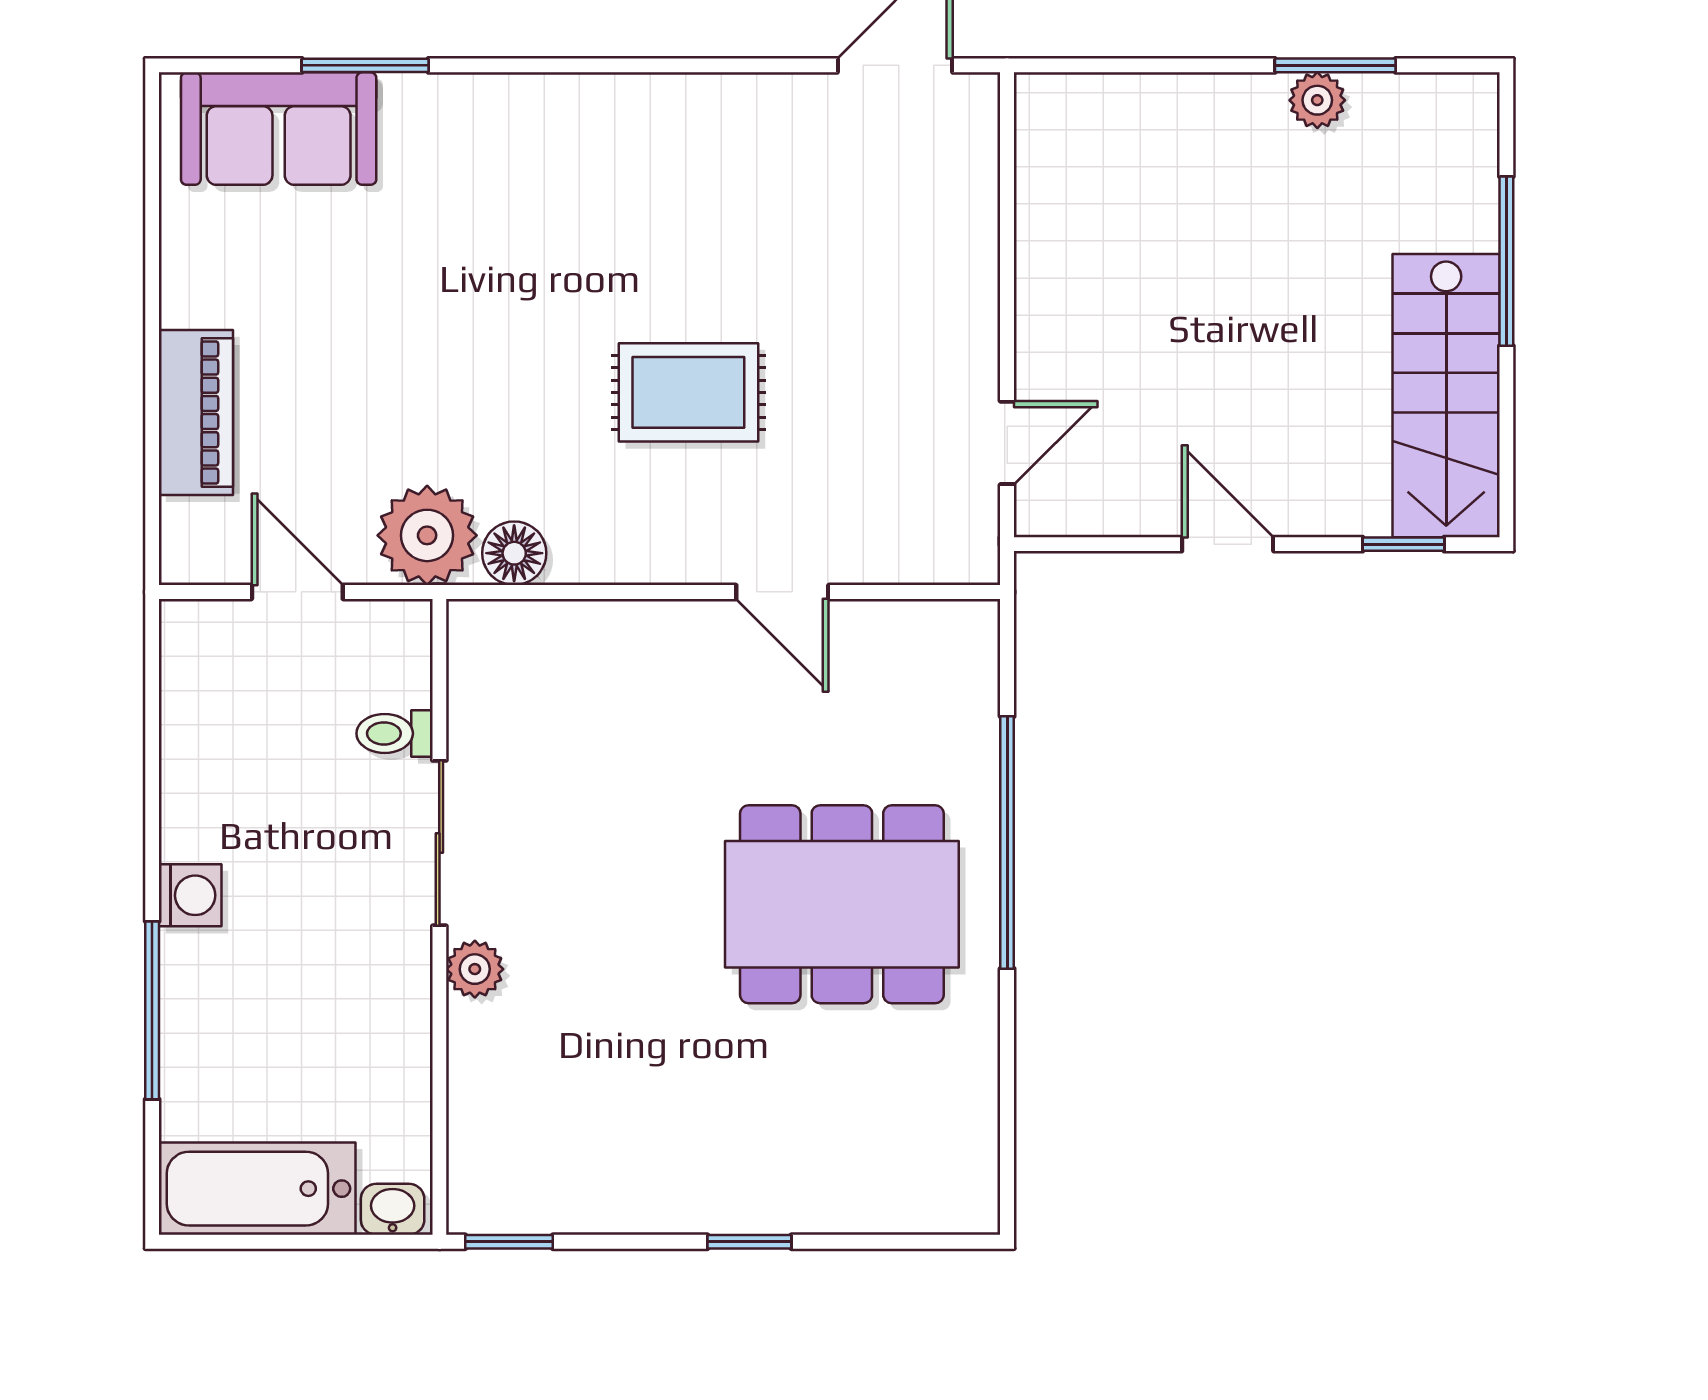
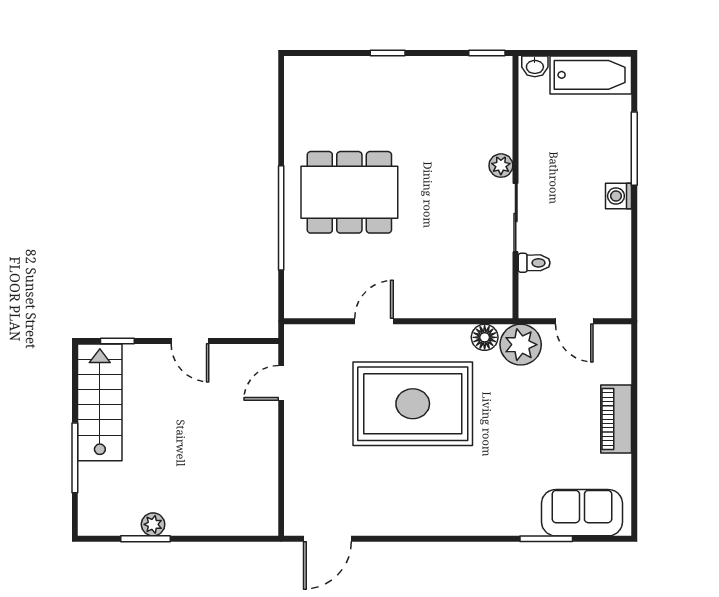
rug: (688, 392) -> (413, 404), width x1.86, depth x2.06
piano: (196, 412) -> (616, 419), moved
door: (782, 592) -> (374, 321), hinge flipped

